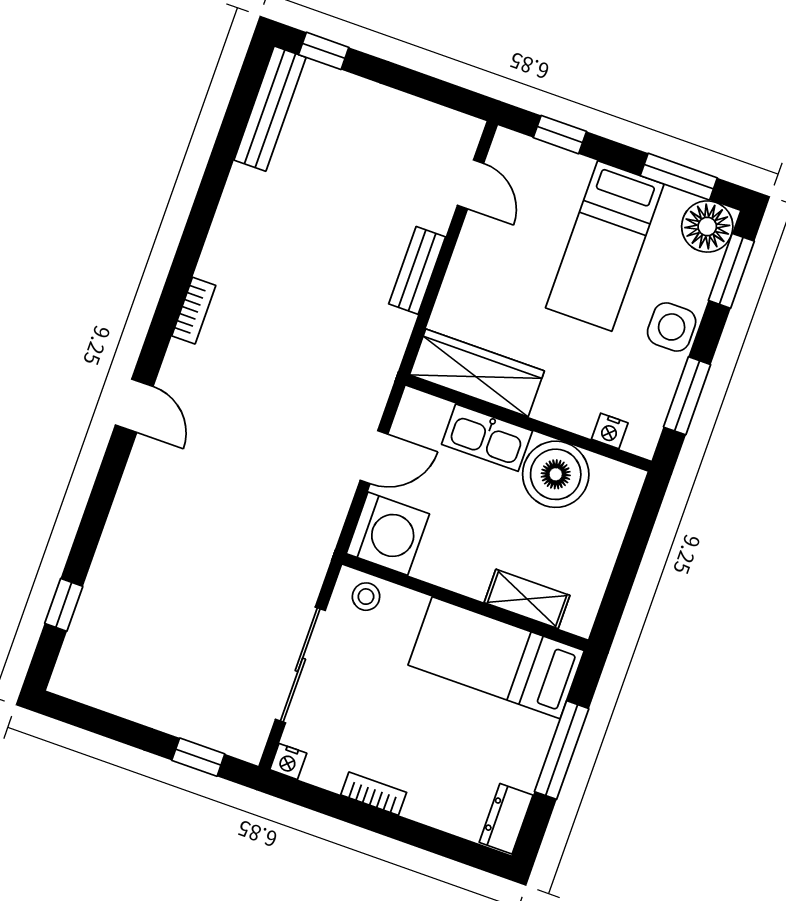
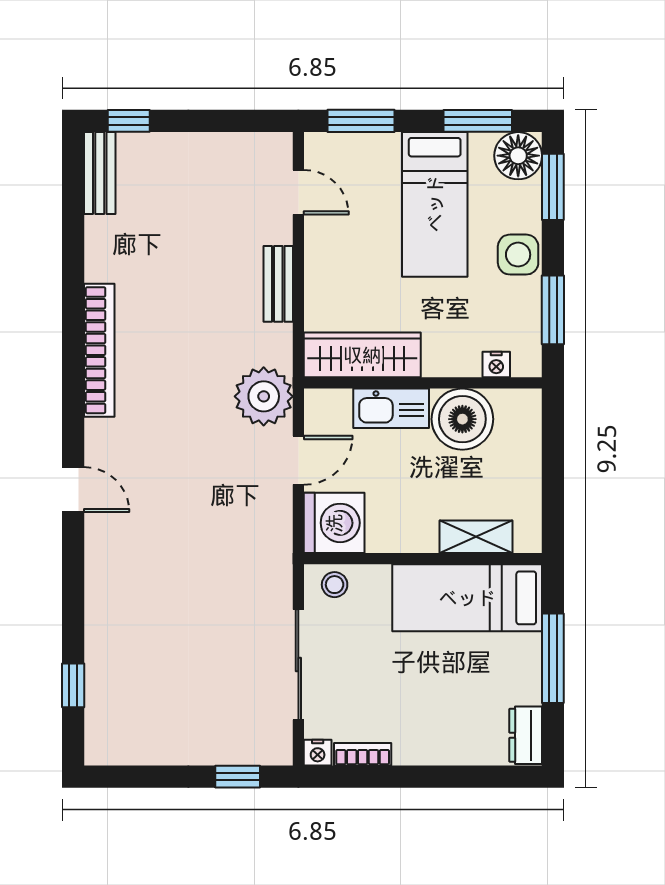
bench: (270, 109) -> (100, 173), width x0.73
window: (560, 135) -> (361, 121), width x1.50
bookcase: (194, 311) -> (99, 350), width x2.31, depth x1.31
plant: (362, 380) -> (264, 396), added
bookcase: (374, 794) -> (363, 754), moved

